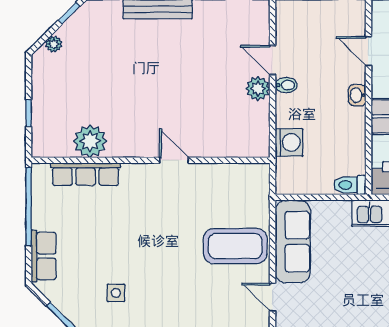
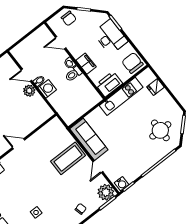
washing machine: (289, 142) -> (47, 89), moved
toilet: (350, 185) -> (73, 74), moved
door: (273, 297) -> (98, 167), hinge flipped

